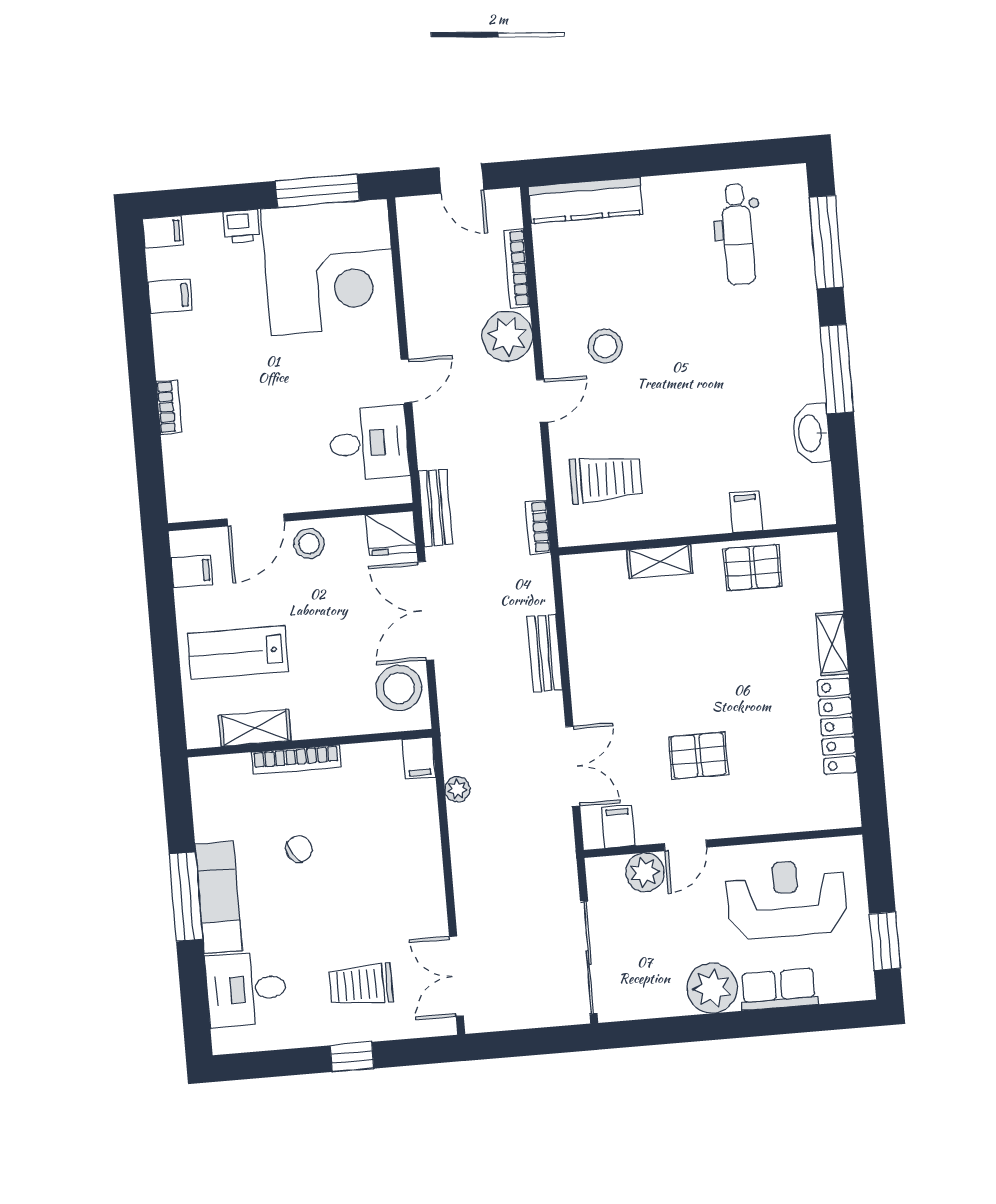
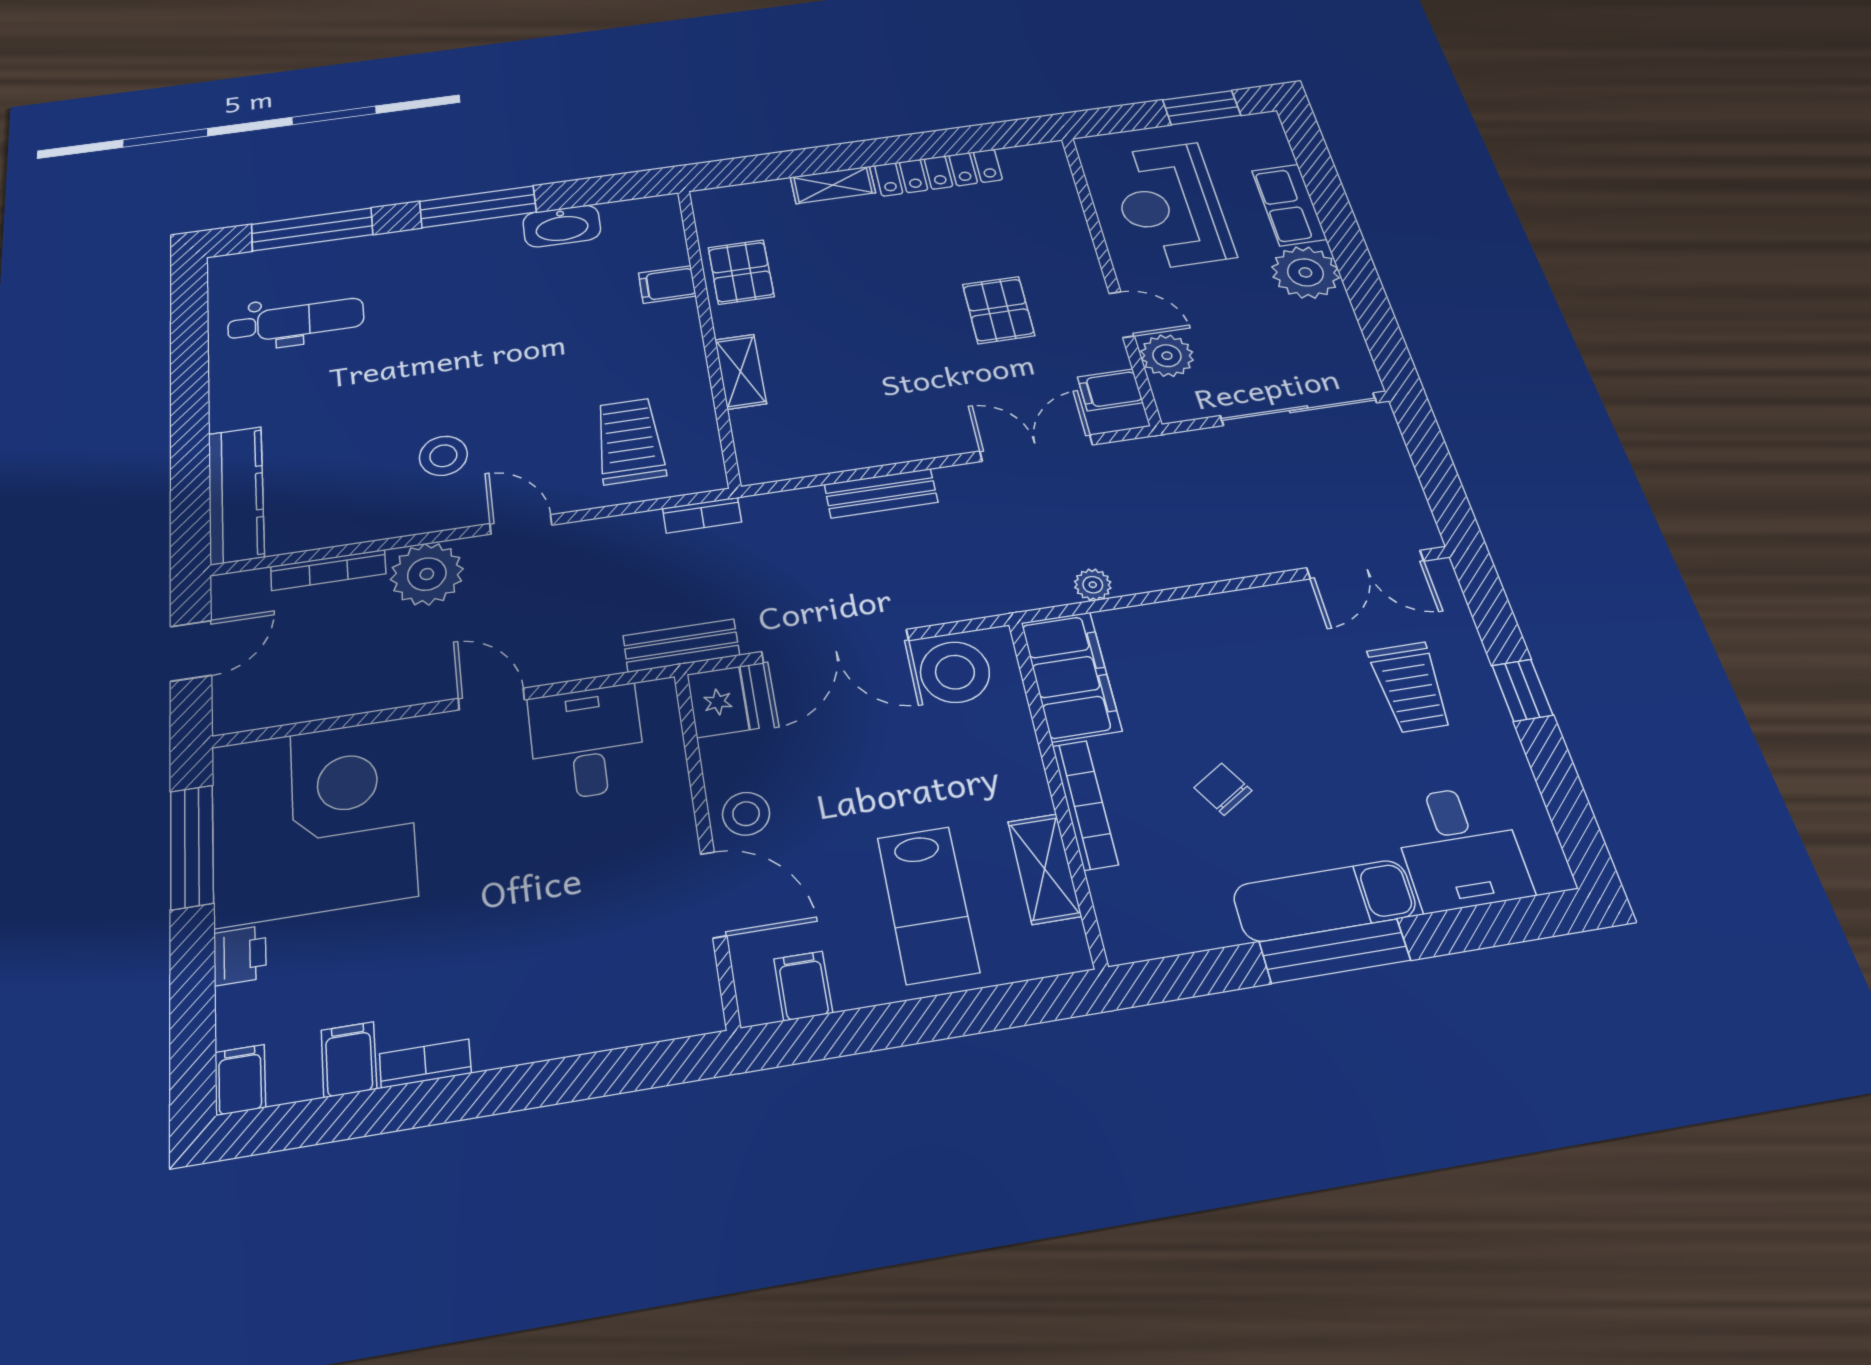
bookcase: (169, 407) -> (425, 1064), moved
filing cabinet: (419, 758) -> (1071, 676), width x3.00, depth x1.17

